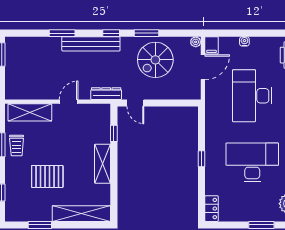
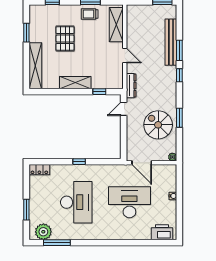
window: (111, 33) -> (179, 75), moved
bench: (91, 44) -> (171, 42), moved
filing cabinet: (212, 45) -> (170, 170), removed
door: (203, 67) -> (142, 163), moved

